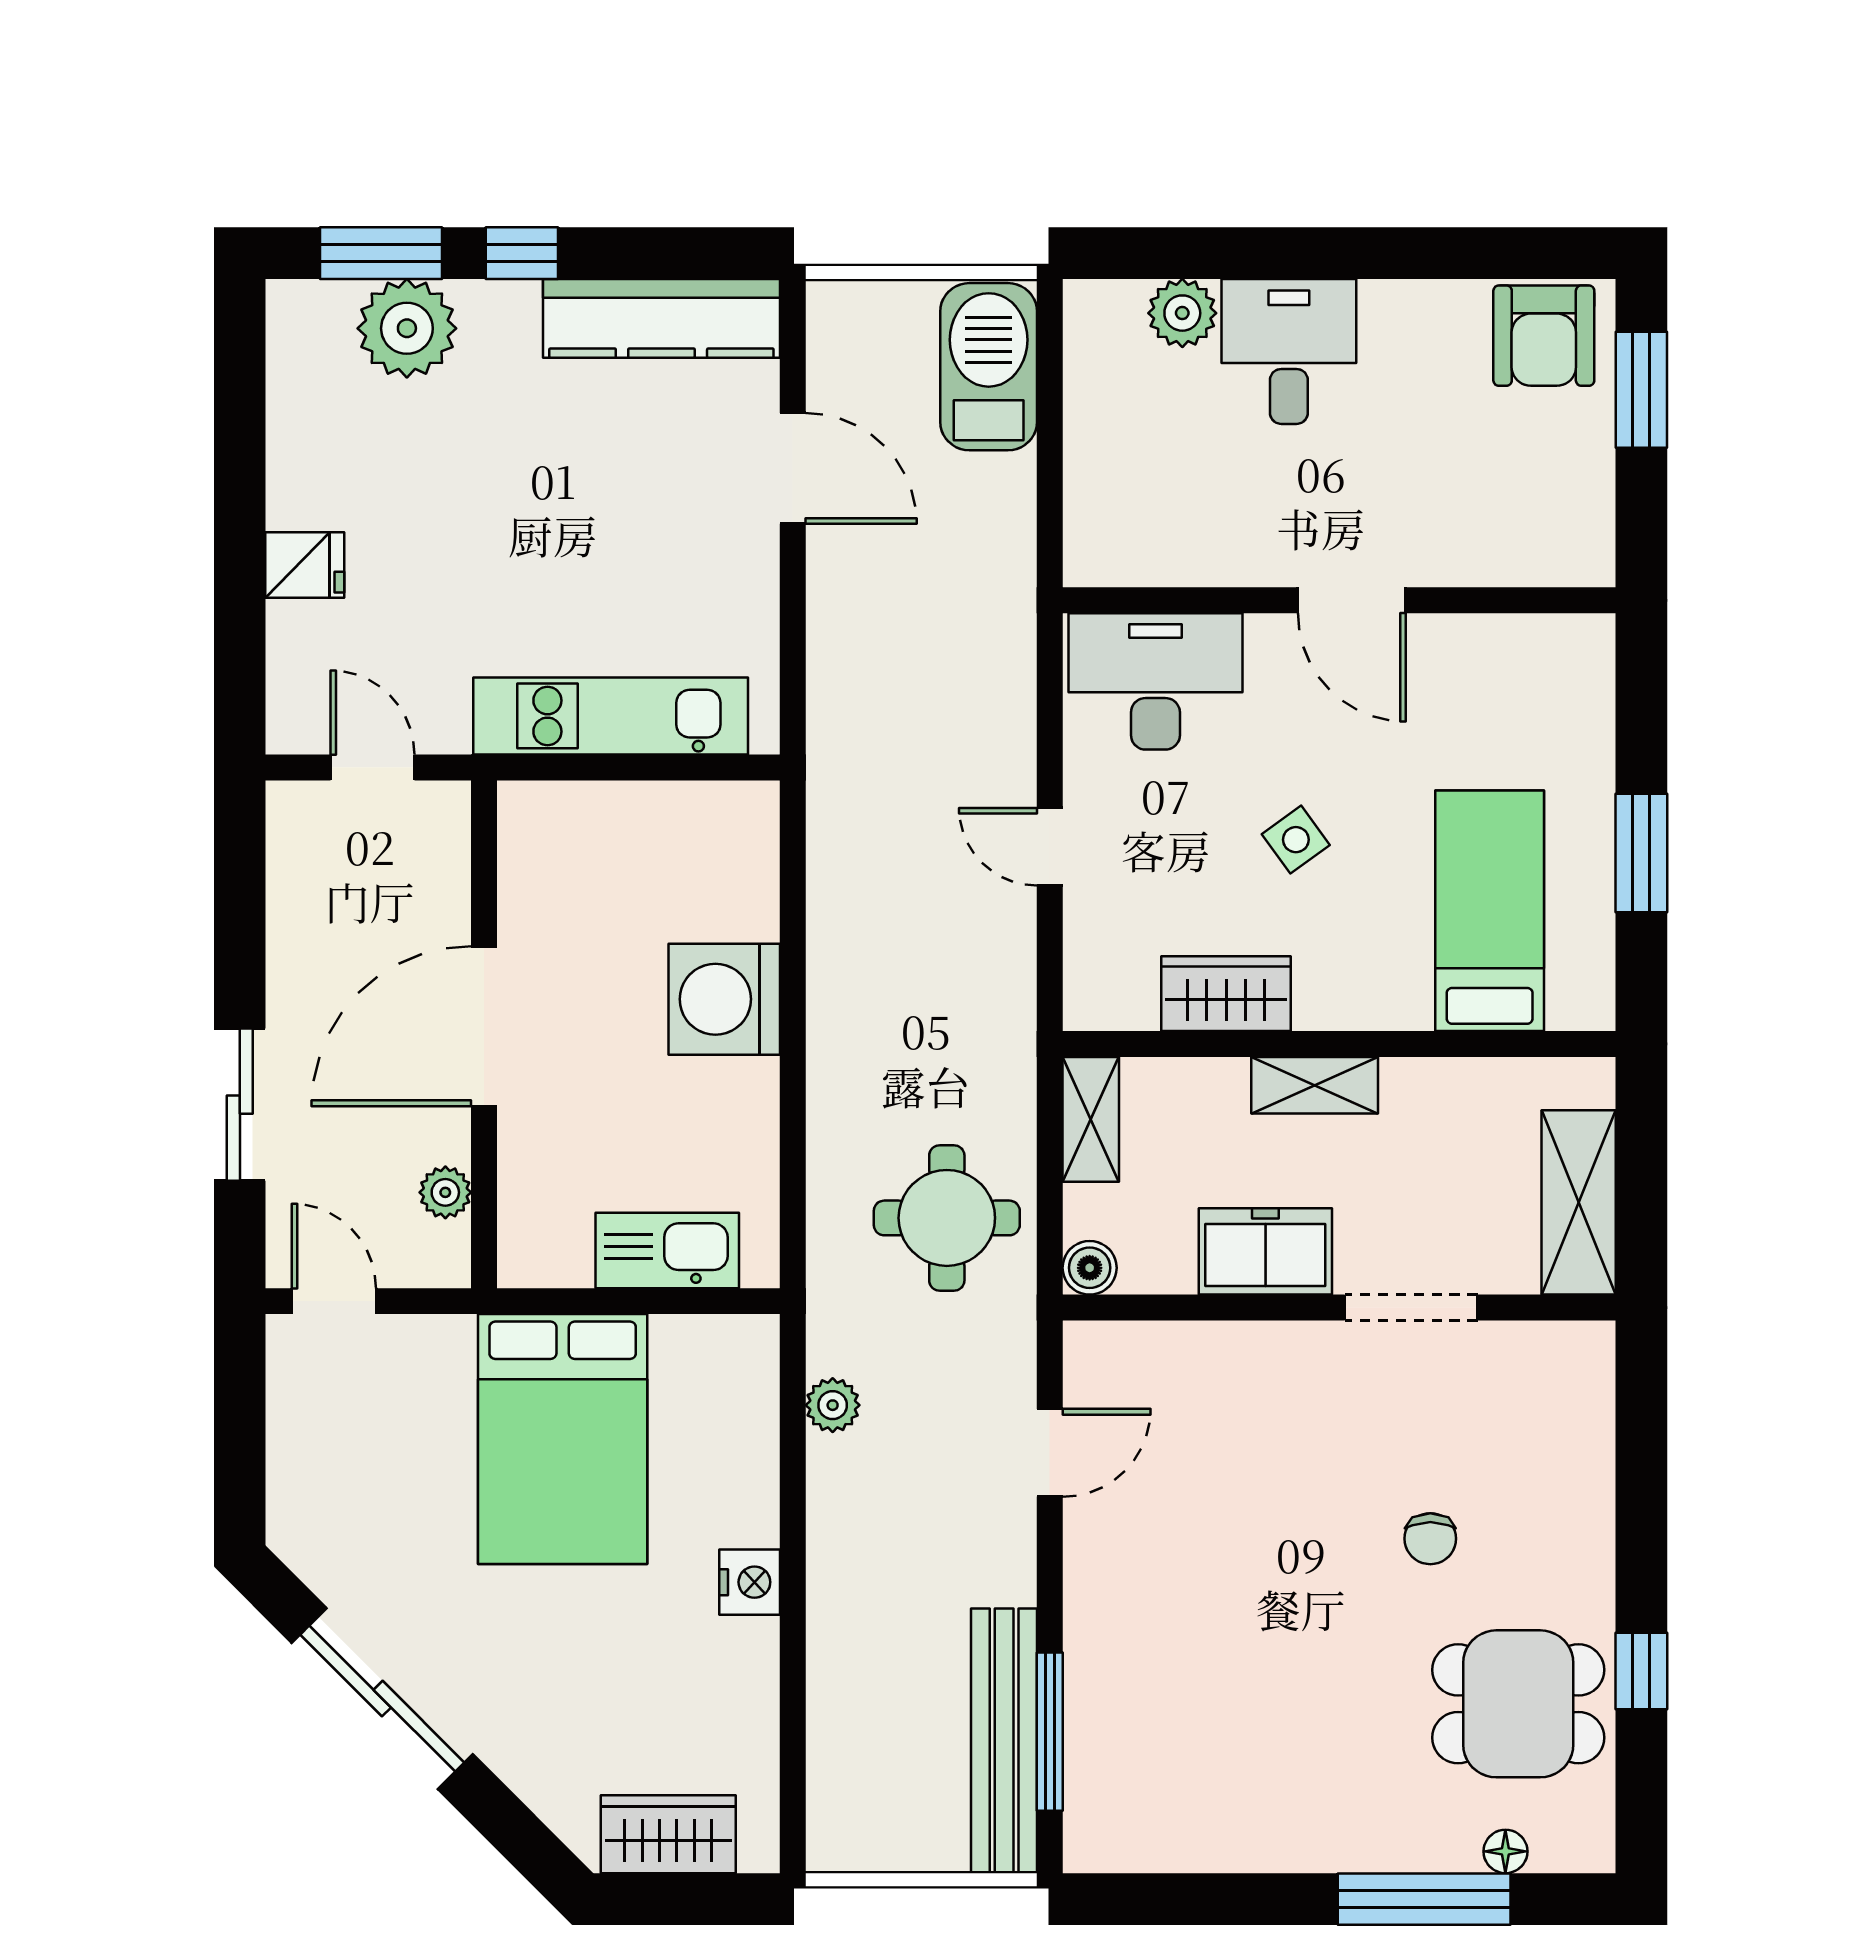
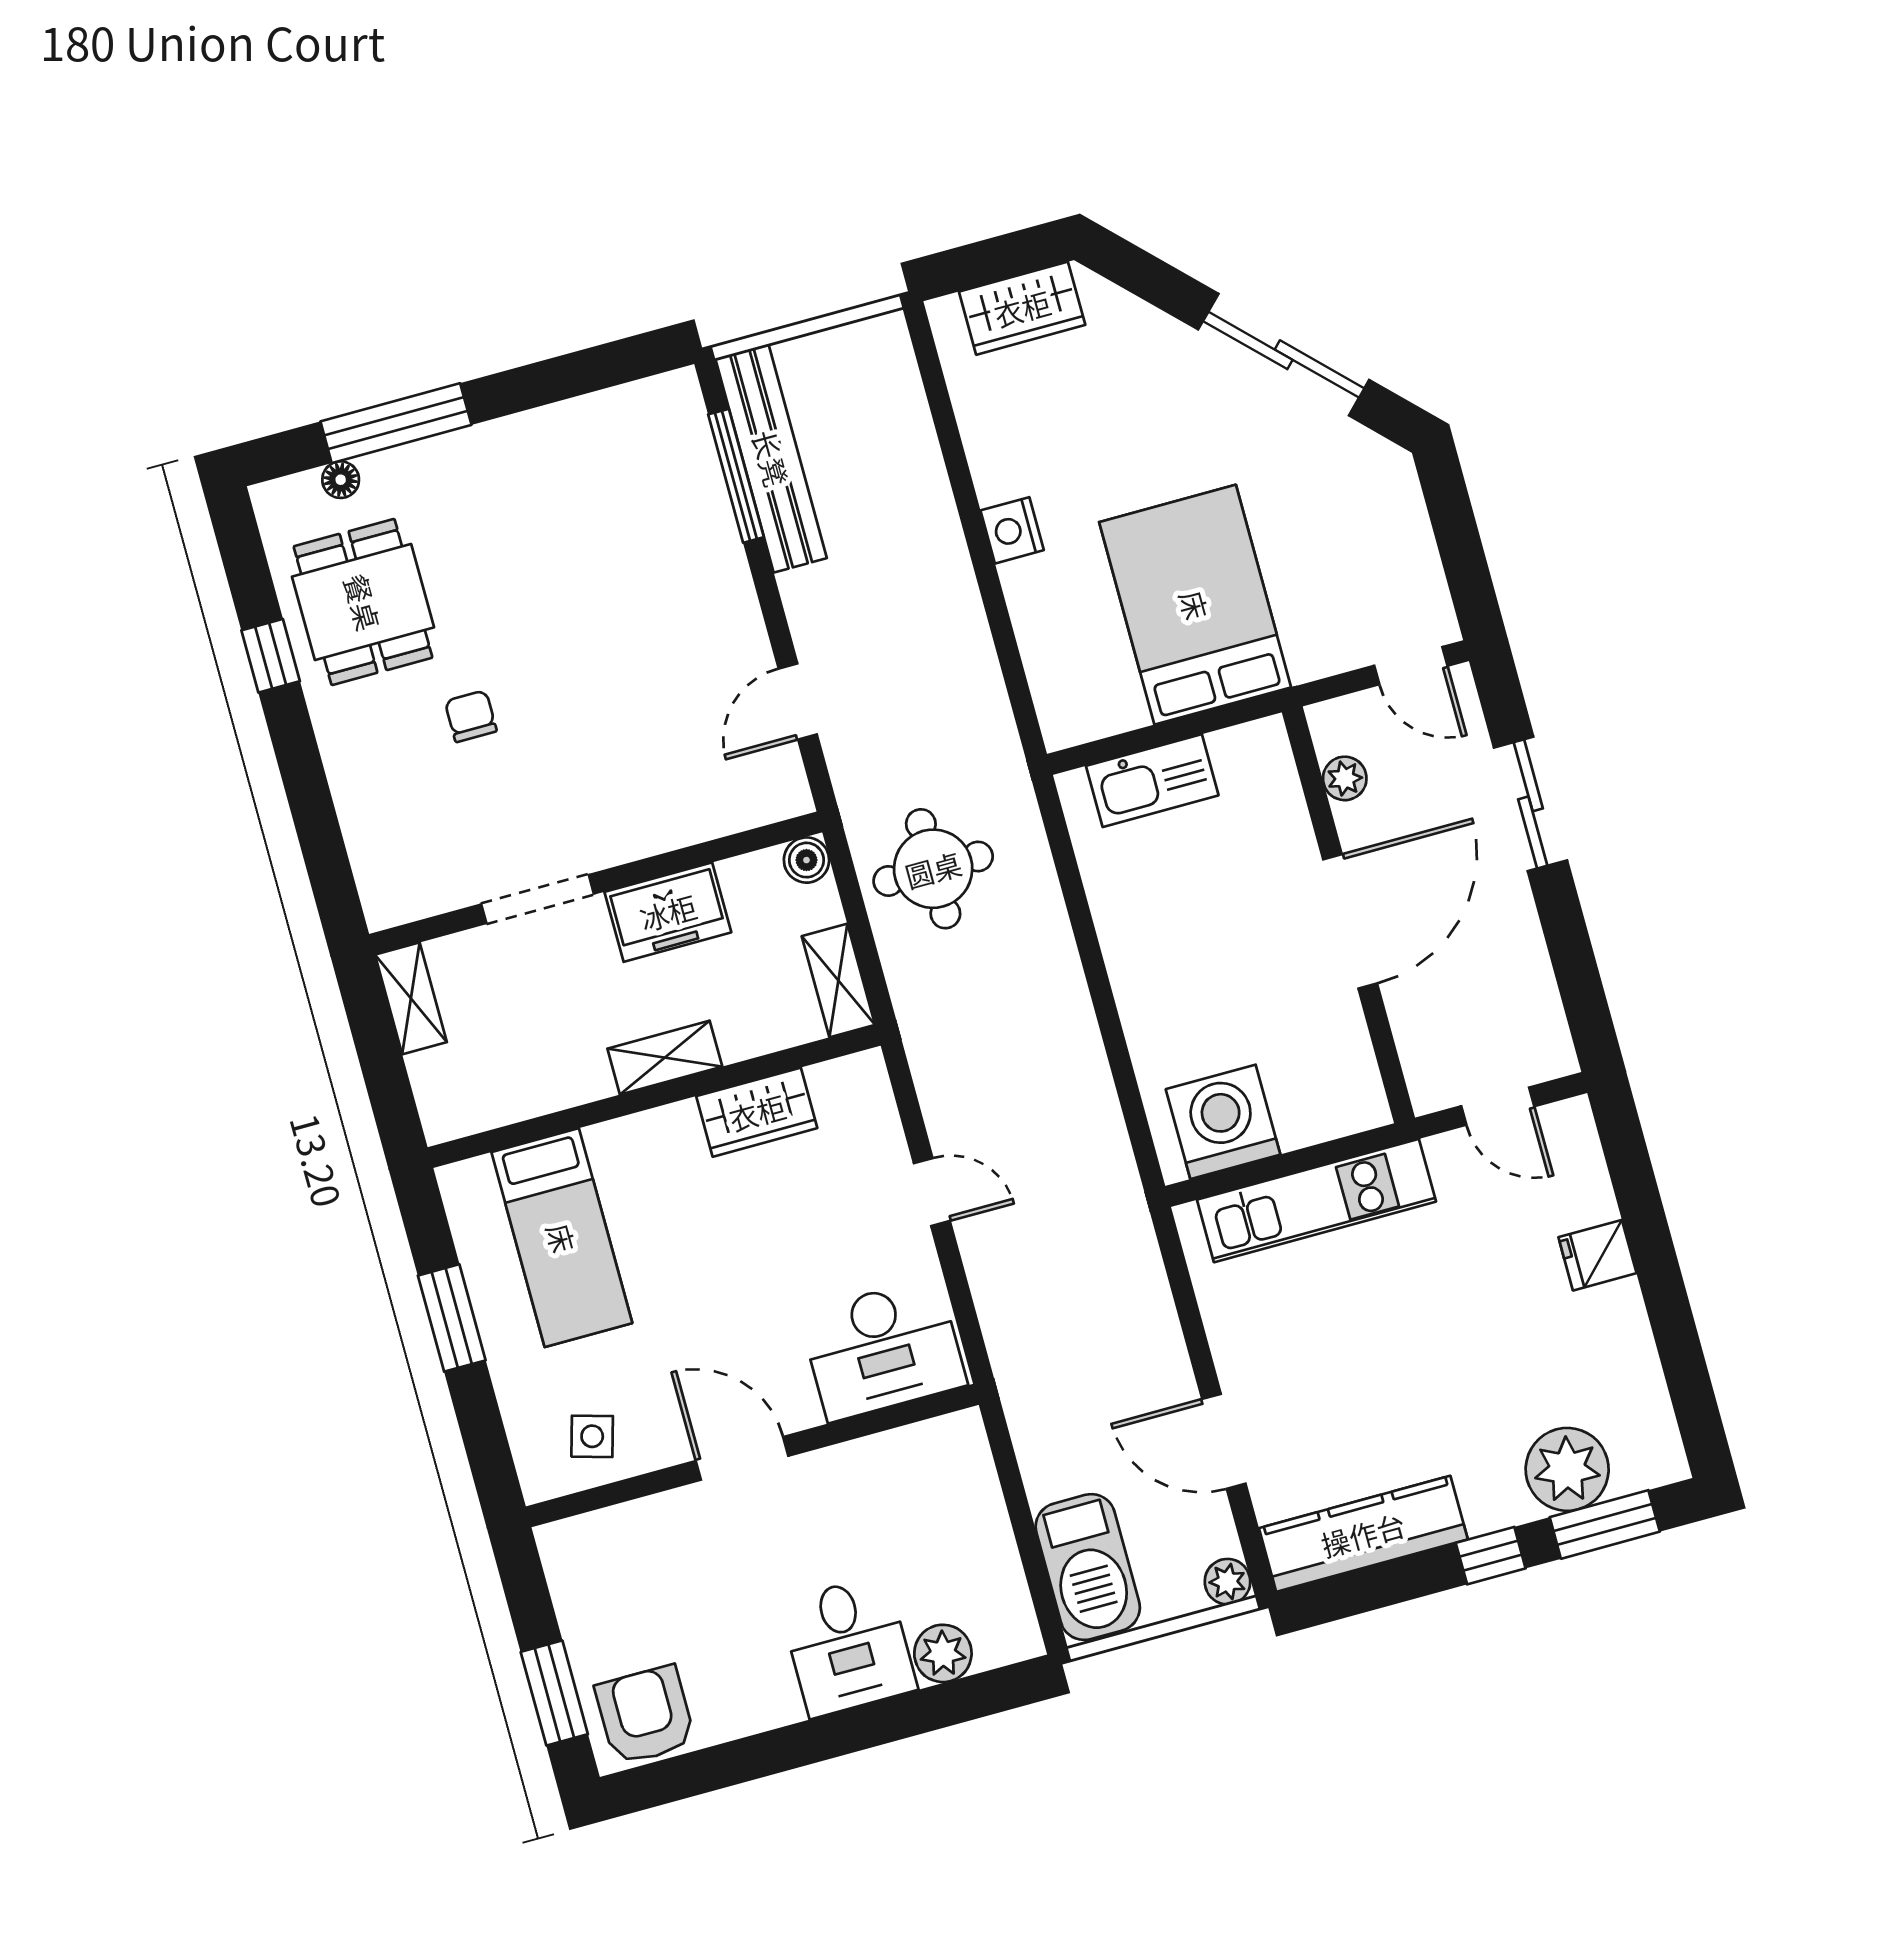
side table: (1296, 840) -> (592, 1436), moved, turned -38
washing machine: (724, 999) -> (1223, 1122), moved, turned -90
shelving: (1579, 1202) -> (411, 998), width x0.67, depth x0.75
plant: (833, 1405) -> (1227, 1582), moved
dining table: (1518, 1704) -> (363, 602), turned 90

